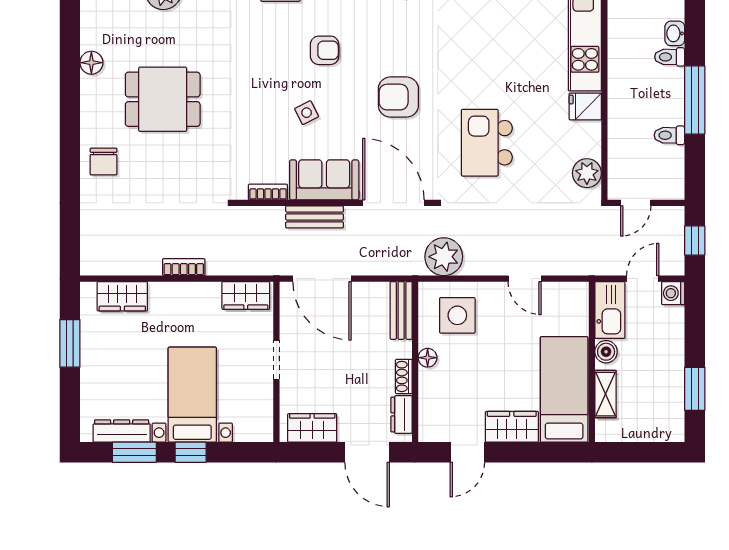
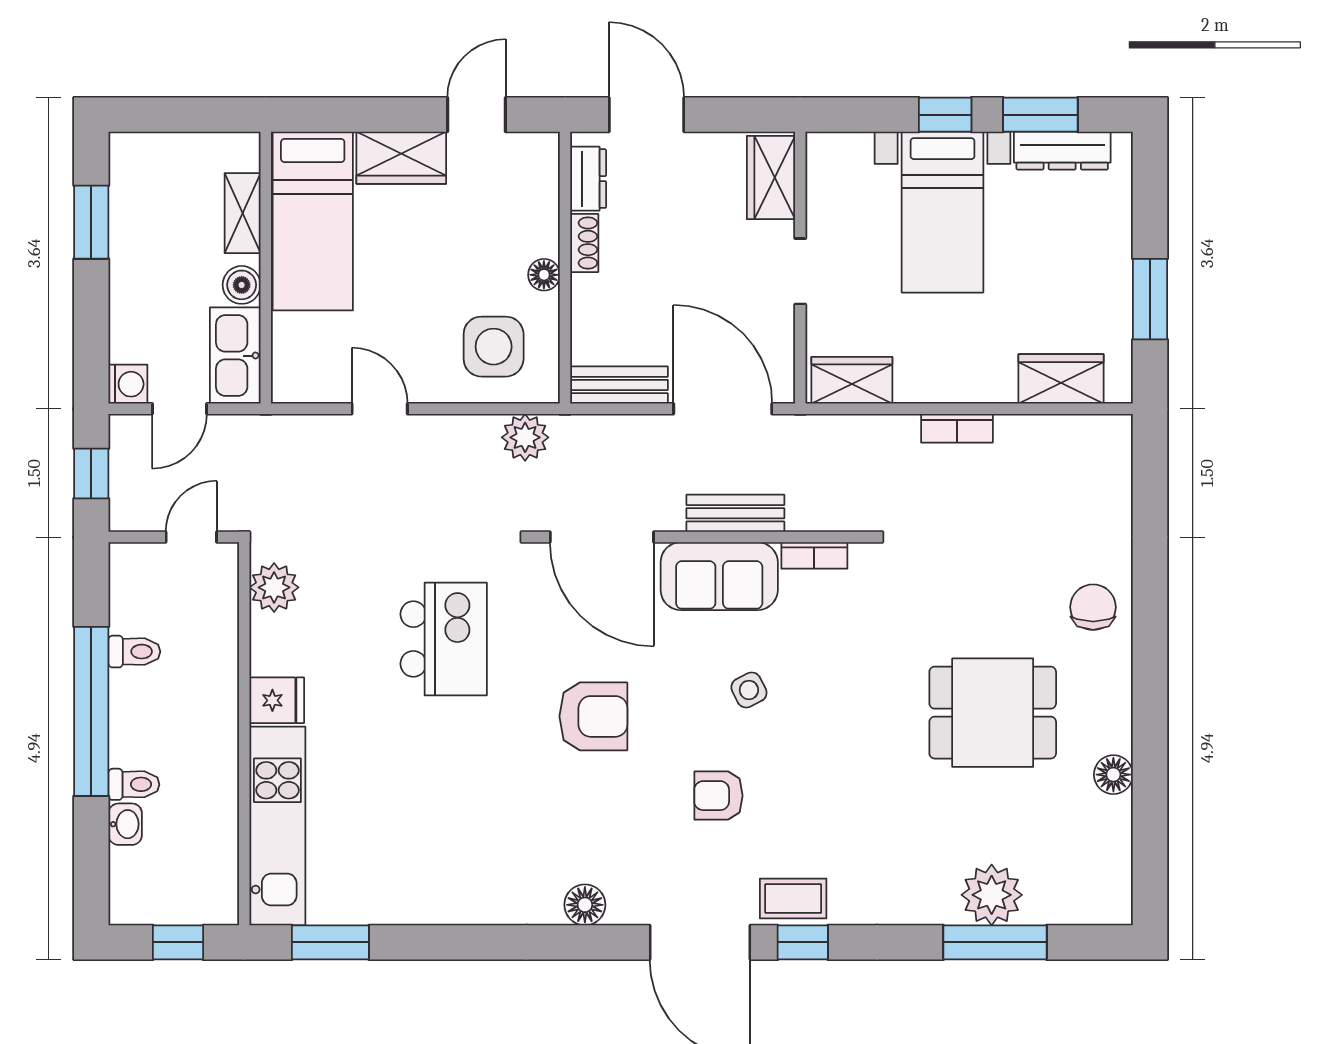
window: (695, 100) -> (91, 711), width x1.46
plant: (444, 257) -> (525, 437), width x0.73, depth x0.73
bench: (401, 310) -> (619, 385), moved, turned 90
wardrobe: (312, 428) -> (771, 178), moved, turned 90

